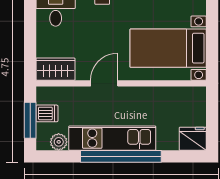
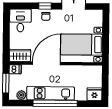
door: (104, 83) -> (46, 63), width x1.88
dishwasher: (47, 113) -> (15, 69), moved

